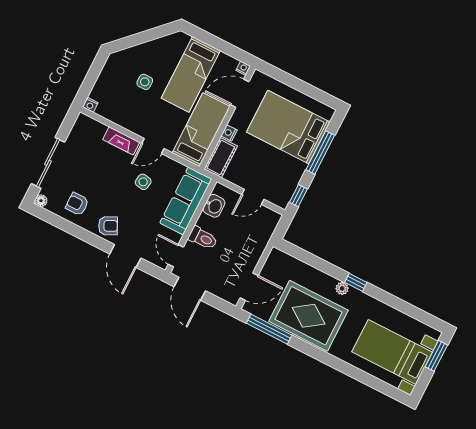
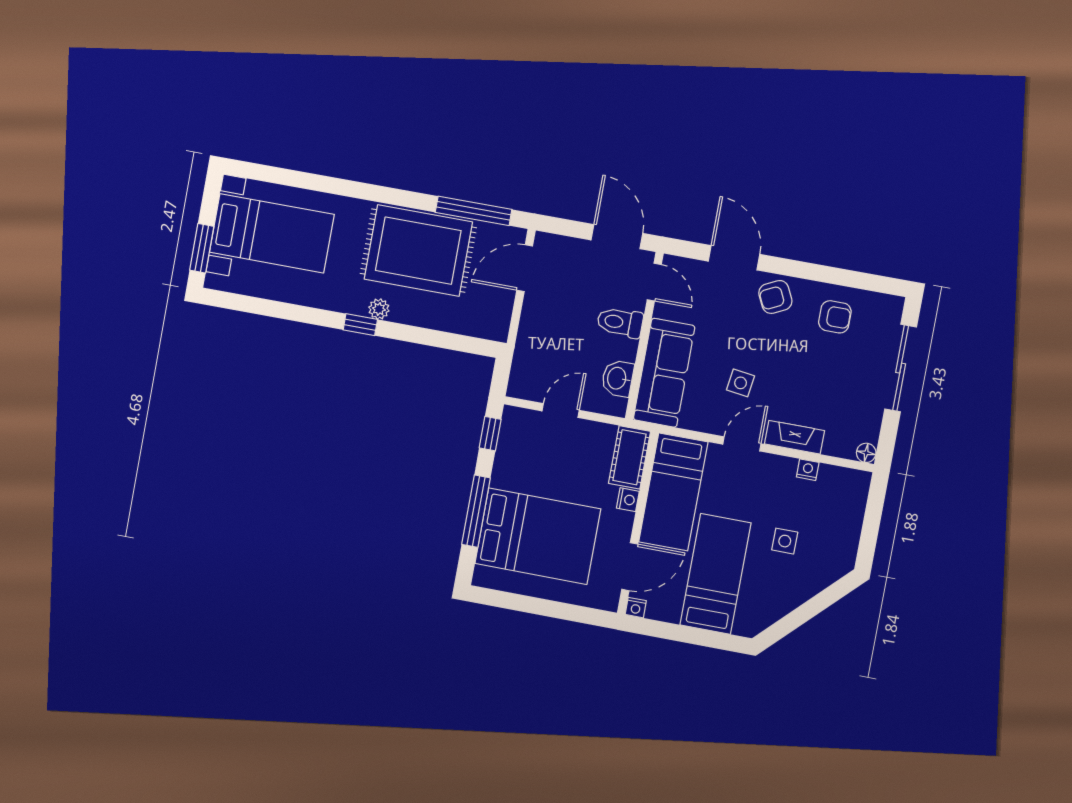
nightstand: (90, 105) -> (808, 470), moved
floor lamp: (41, 201) -> (866, 453), moved

